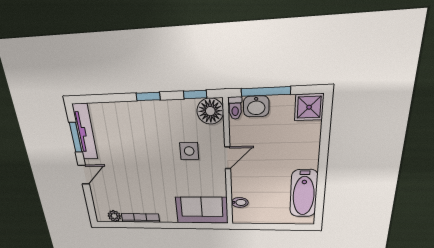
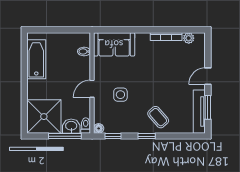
shower: (309, 107) -> (44, 117), width x1.86, depth x1.86
floor lamp: (210, 111) -> (99, 128), width x0.53, depth x0.53
coffee table: (136, 123) -> (158, 117), added

